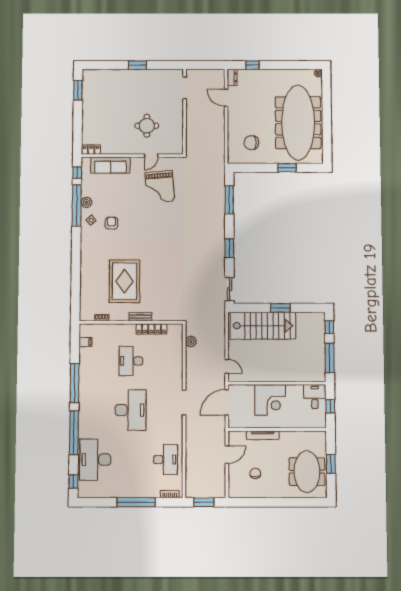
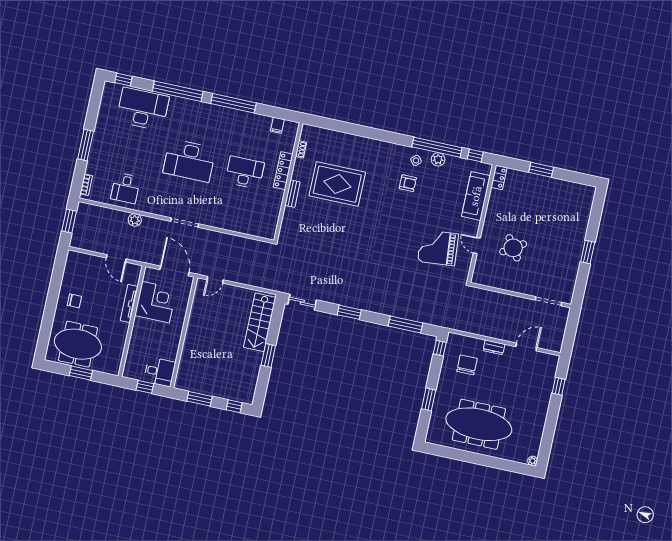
dresser: (232, 77) -> (494, 347), moved
window: (78, 90) -> (541, 170), moved
meeting table: (298, 123) -> (479, 424), width x0.73, depth x0.79
round table: (147, 126) -> (513, 248), turned -33
window: (243, 168) -> (440, 348), added
stairs: (263, 326) -> (260, 322), width x0.73, depth x0.66
locker: (151, 329) -> (283, 171), moved
plant: (191, 342) -> (135, 220), moved
window: (330, 358) -> (199, 399), width x0.69
corner desk: (270, 400) -> (156, 302), moved, turned 180
desk: (165, 460) -> (126, 188), width x0.73
chair: (255, 473) -> (74, 301), moved
window: (136, 502) -> (86, 145), width x0.68

